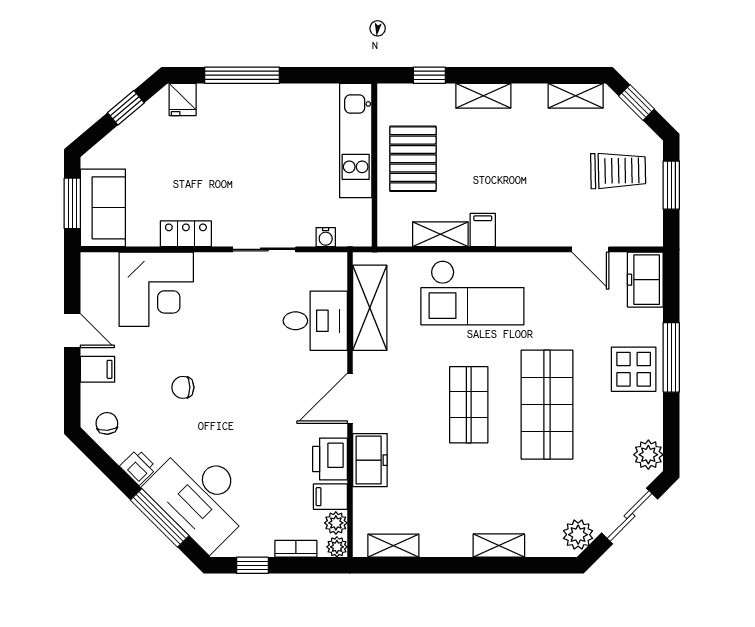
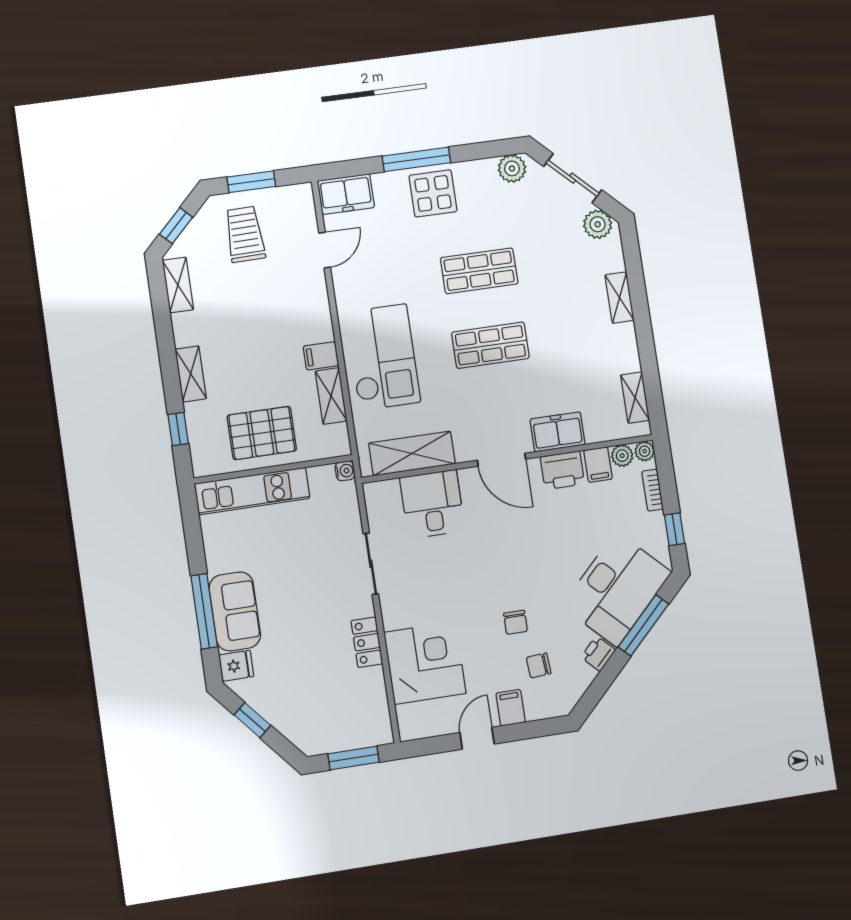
sofa: (103, 208) -> (235, 611), moved, turned 90
water cooler: (326, 237) -> (345, 471), moved
shop shelf: (547, 405) -> (479, 271), width x0.70, depth x0.74
chair: (107, 423) -> (539, 665), moved

